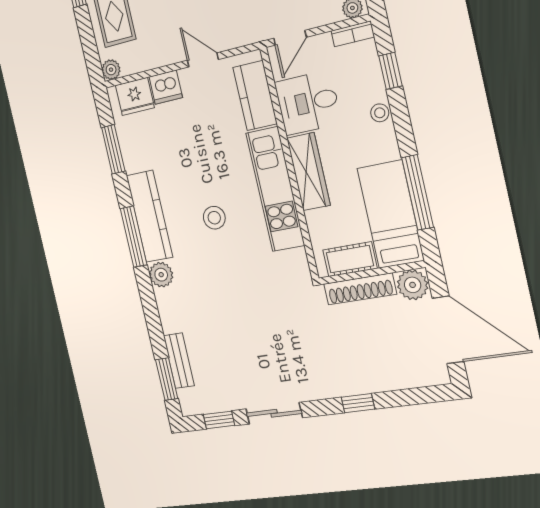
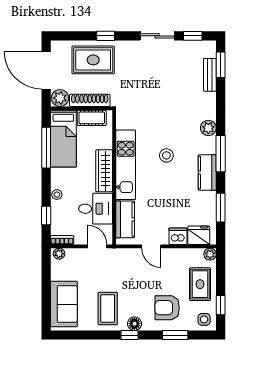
door: (290, 38) -> (97, 246), hinge flipped
kitchen counter: (149, 216) -> (207, 173), width x0.67
rug: (370, 359) -> (93, 60), added

